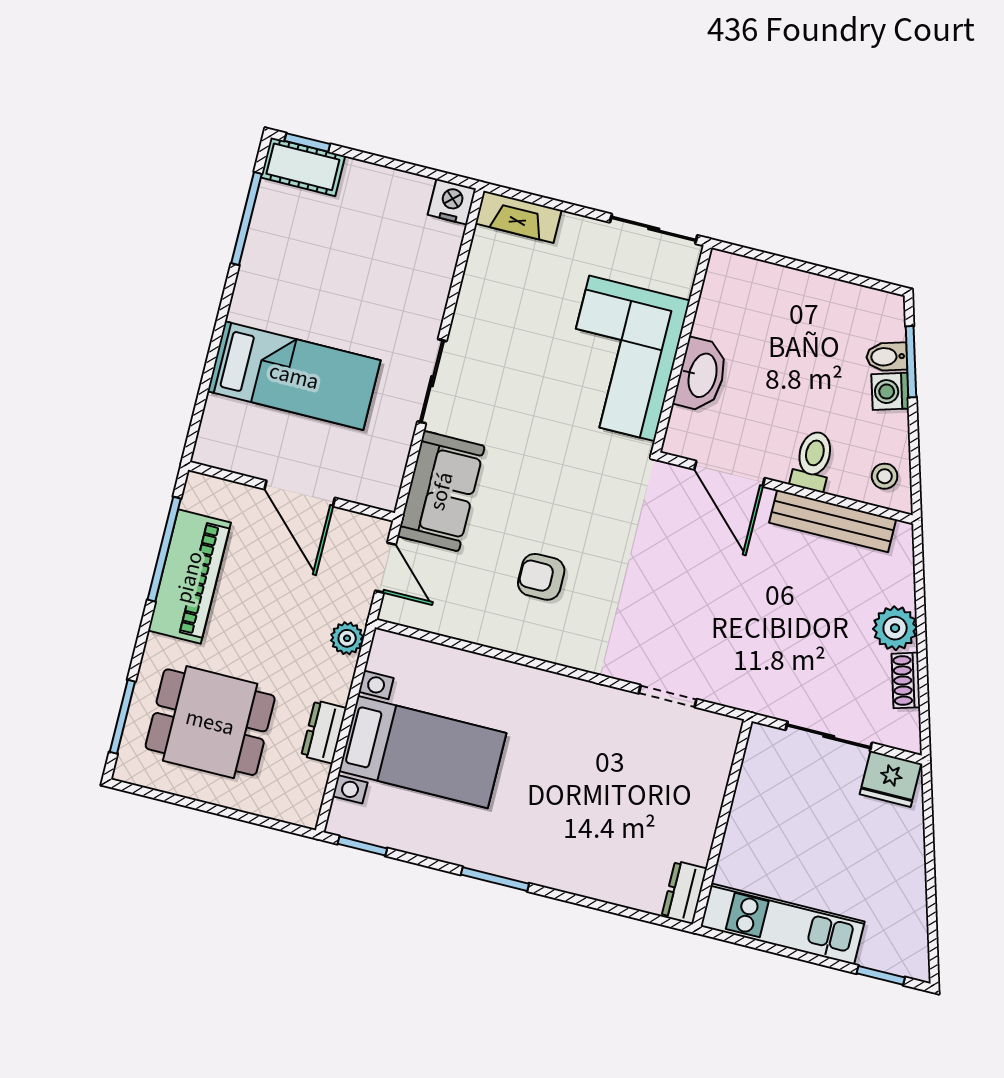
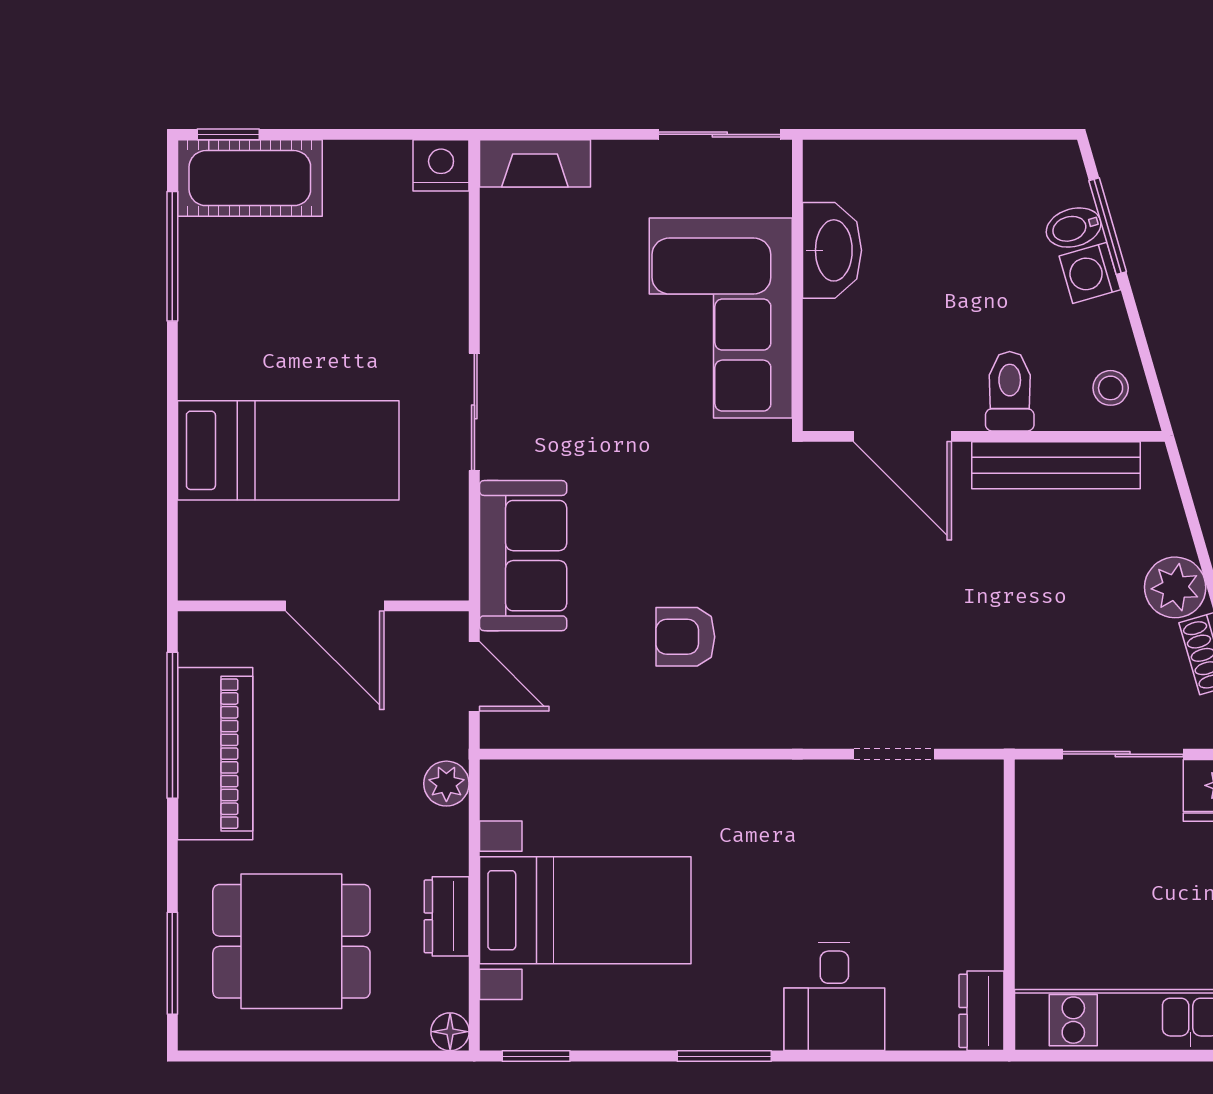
cot: (303, 167) -> (250, 178), width x1.37, depth x1.34
washbasin: (701, 375) -> (832, 250), moved
floor lamp: (306, 814) -> (450, 1032), added
desk: (583, 856) -> (834, 996), added

